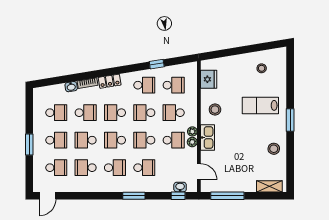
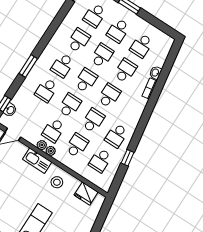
locker: (110, 81) -> (139, 108), removed
school desk: (86, 113) -> (125, 71), turned 180

